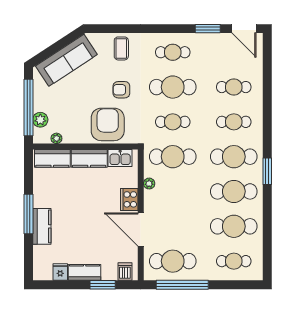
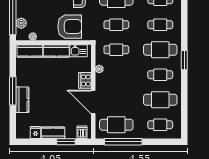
armchair: (108, 124) -> (70, 27), turned 90
cafe table: (173, 157) -> (116, 50), width x0.73, depth x0.74
cafe table: (234, 191) -> (160, 75), width x0.73, depth x0.74

